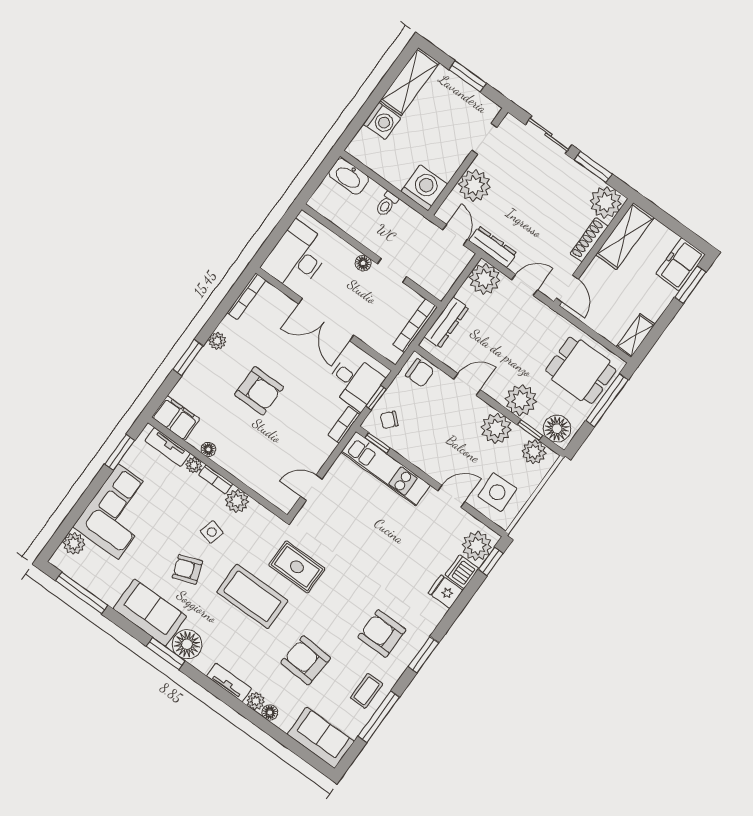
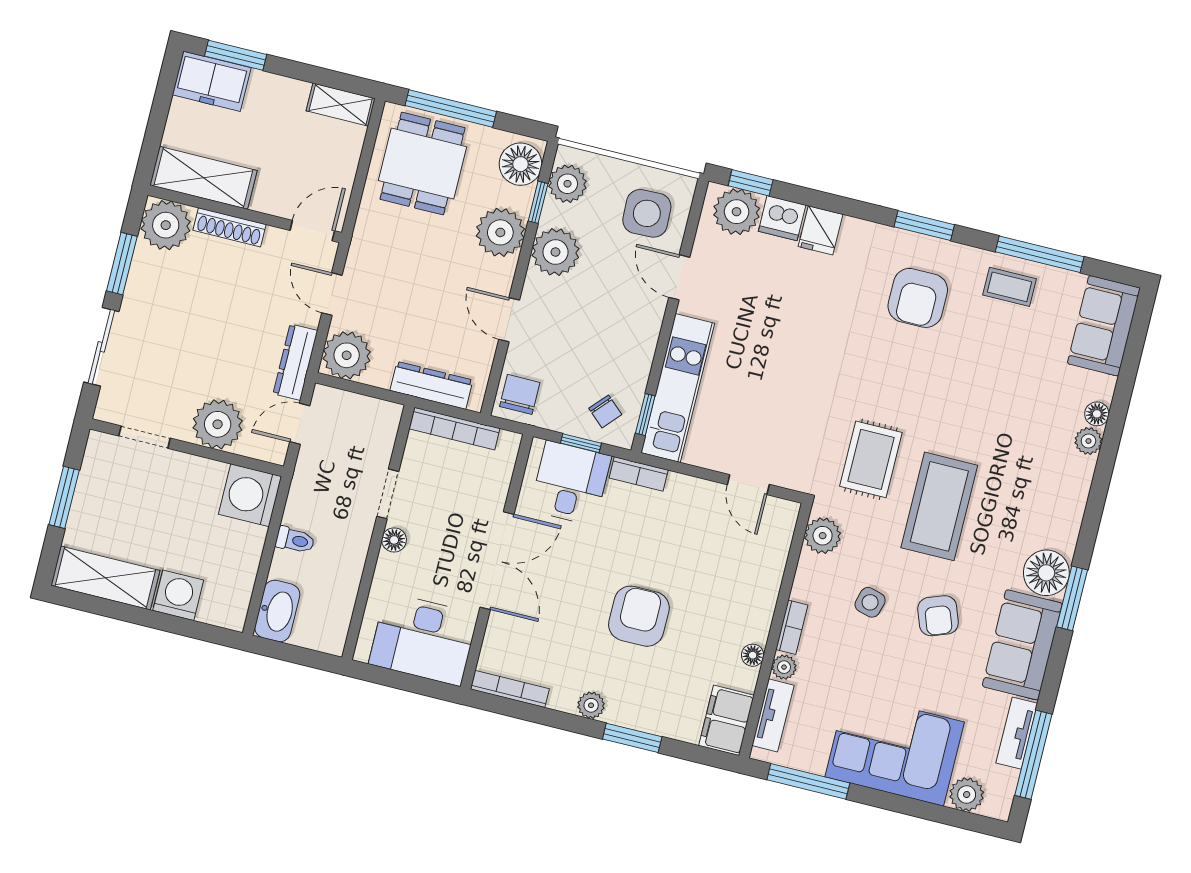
window: (120, 452) -> (808, 781), width x1.44
plant: (237, 501) -> (823, 536), moved
armchair: (306, 660) -> (1001, 392), removed
tv unit: (229, 682) -> (1017, 733), moved

